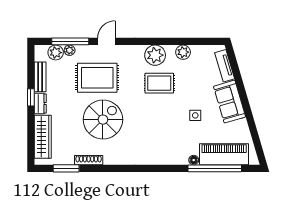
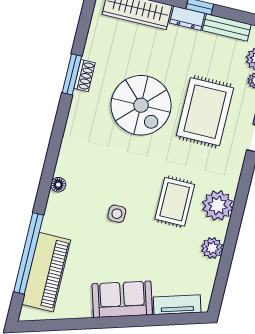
side table: (195, 115) -> (117, 214), moved
shoe rack: (89, 160) -> (85, 76), width x0.70
floor lamp: (194, 160) -> (58, 185), moved
window: (66, 168) -> (72, 74), moved

